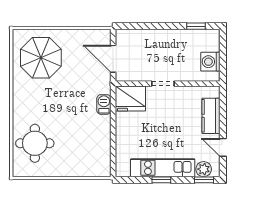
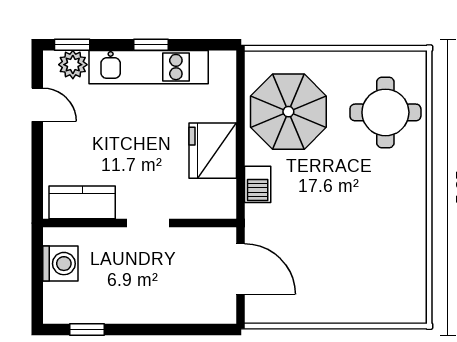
parasol: (41, 58) -> (288, 112), moved
fridge: (130, 99) -> (213, 151), moved, turned -90
kitchen counter: (211, 116) -> (82, 202), moved, turned -90

